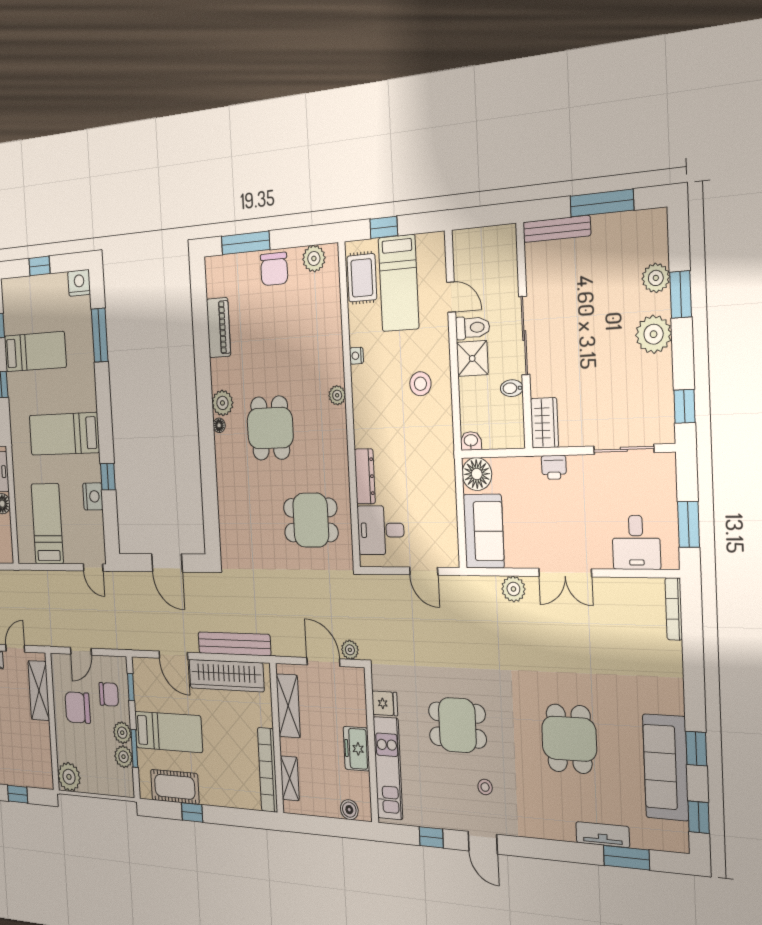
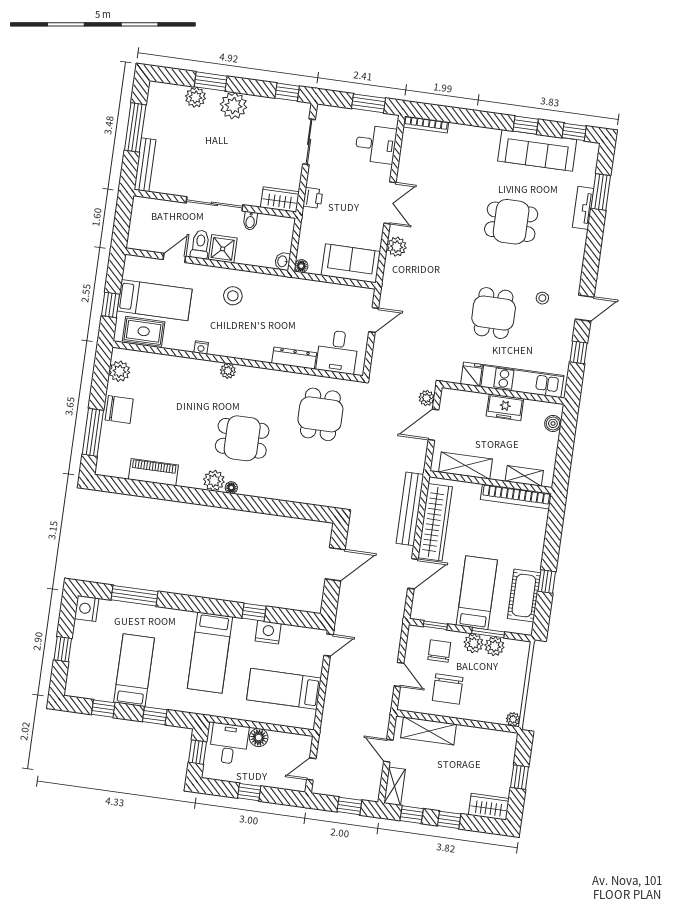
floor lamp: (477, 474) -> (301, 266), width x0.53, depth x0.53
plant: (69, 777) -> (513, 719), width x0.53, depth x0.53

